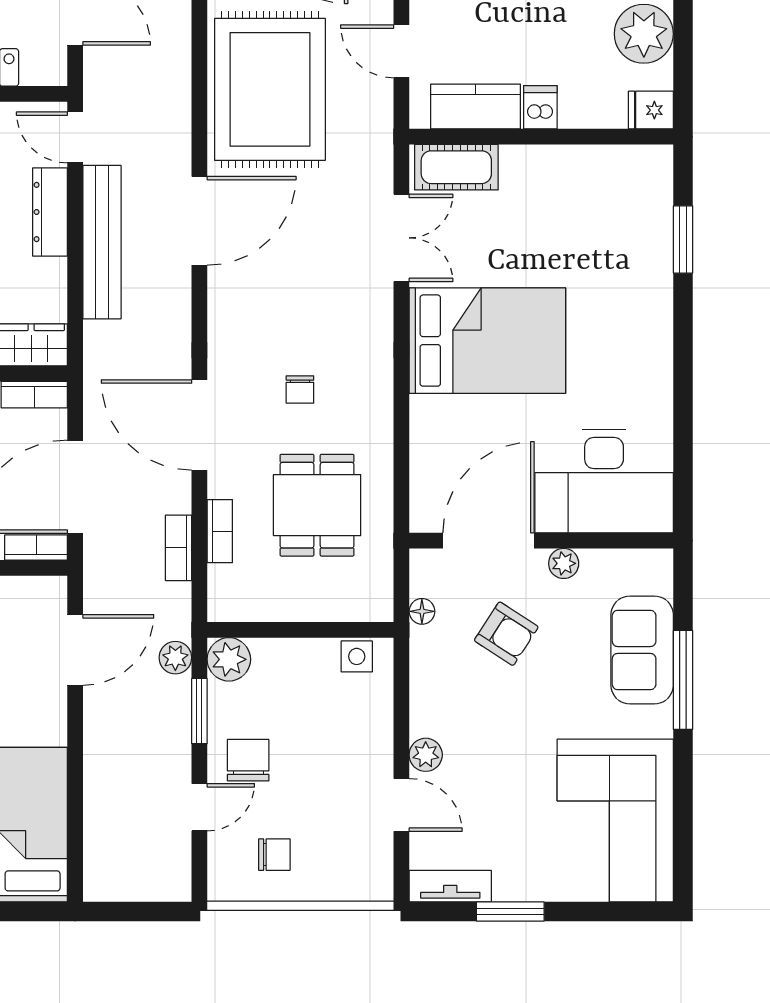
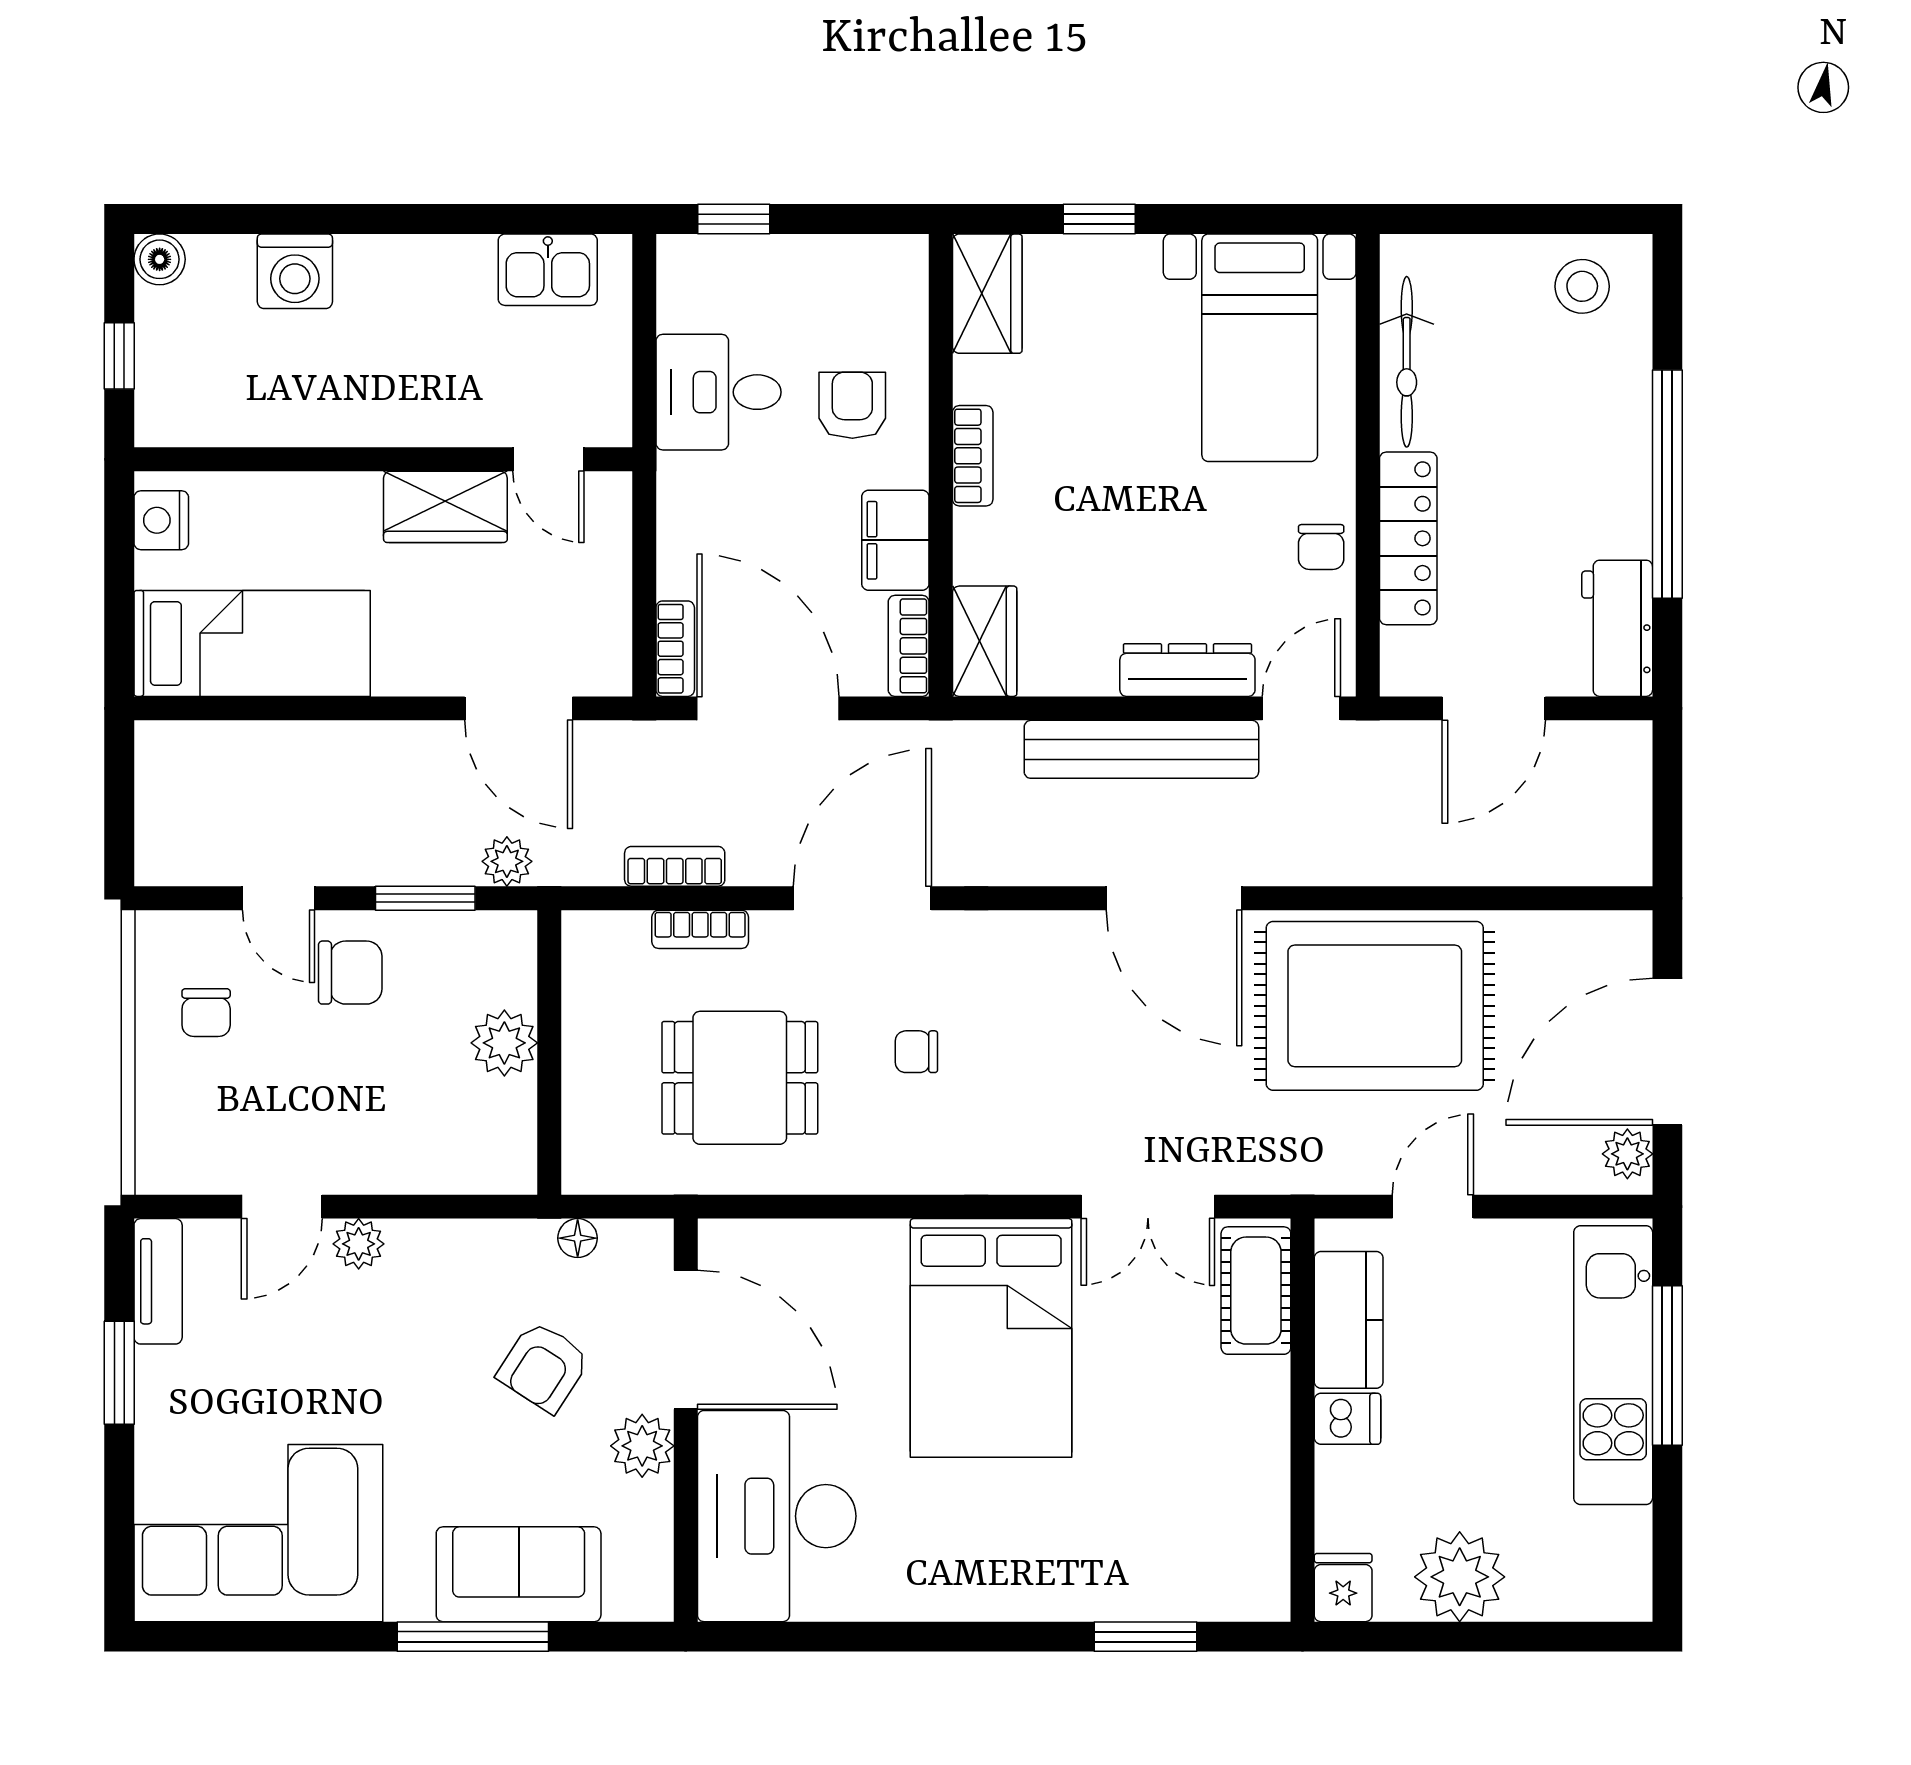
plant: (564, 563) -> (642, 1446), width x1.38, depth x1.38
side table: (357, 656) -> (509, 1138), removed
plant: (229, 659) -> (504, 1043), moved

